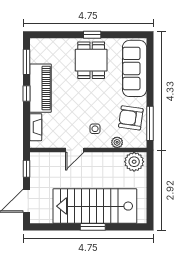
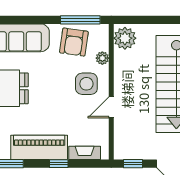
window: (26, 93) -> (59, 164), moved
side table: (95, 129) -> (86, 84), width x1.87, depth x1.87
door: (75, 150) -> (111, 107), swing flipped

